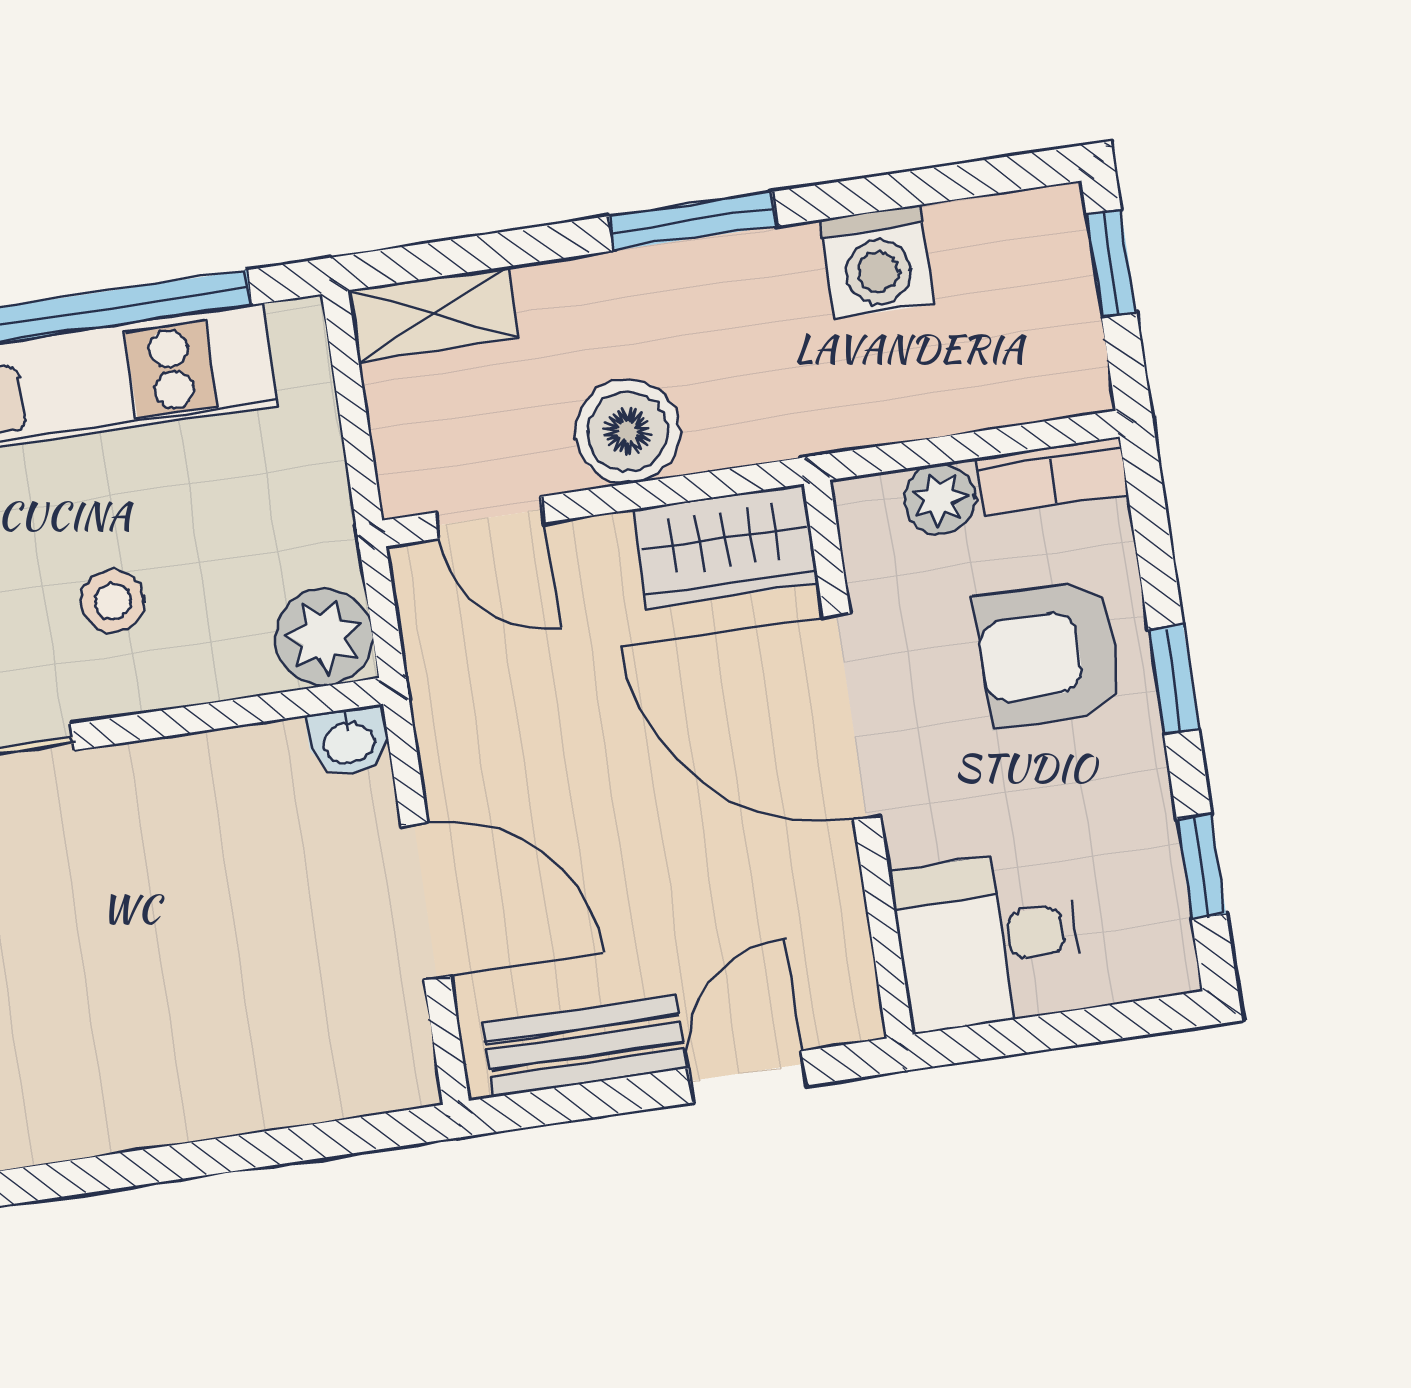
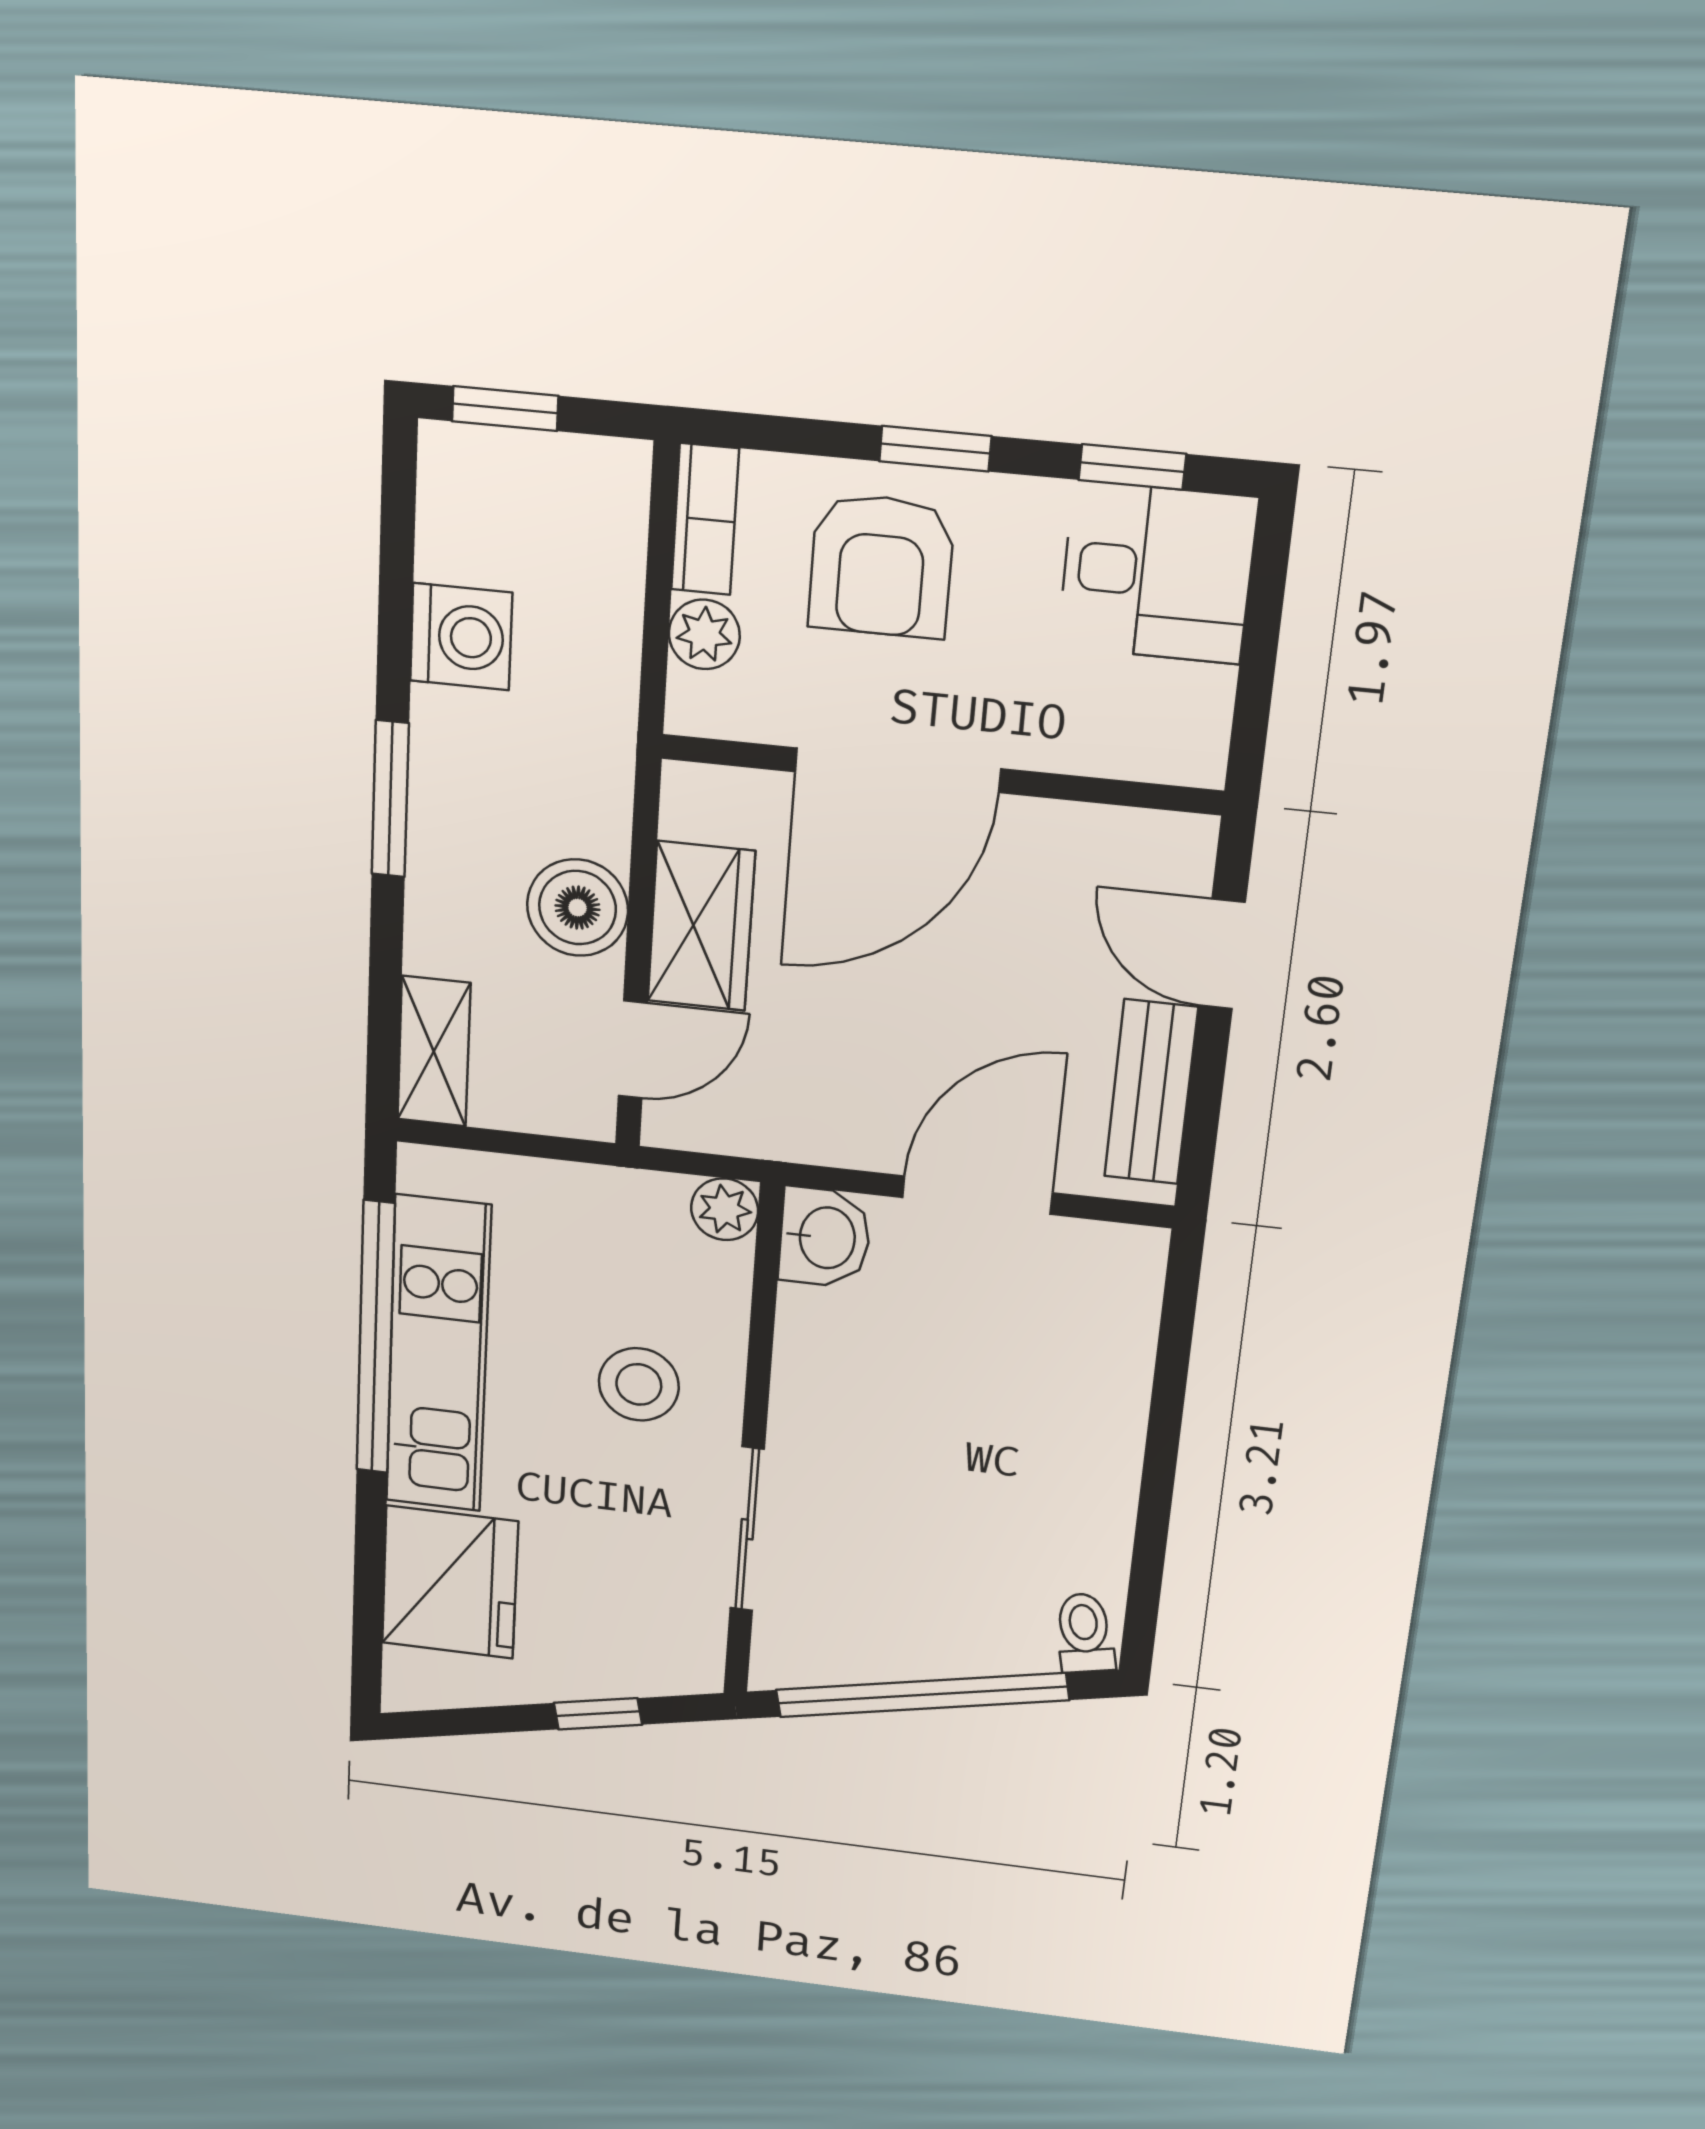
wardrobe: (726, 546) -> (701, 926), moved
stool: (113, 601) -> (639, 1384), width x1.37, depth x1.37
plant: (324, 637) -> (725, 1209), width x0.73, depth x0.73
washbasin: (349, 741) -> (825, 1238), width x1.38, depth x1.45
desk: (988, 940) -> (1157, 573), moved, turned -90

